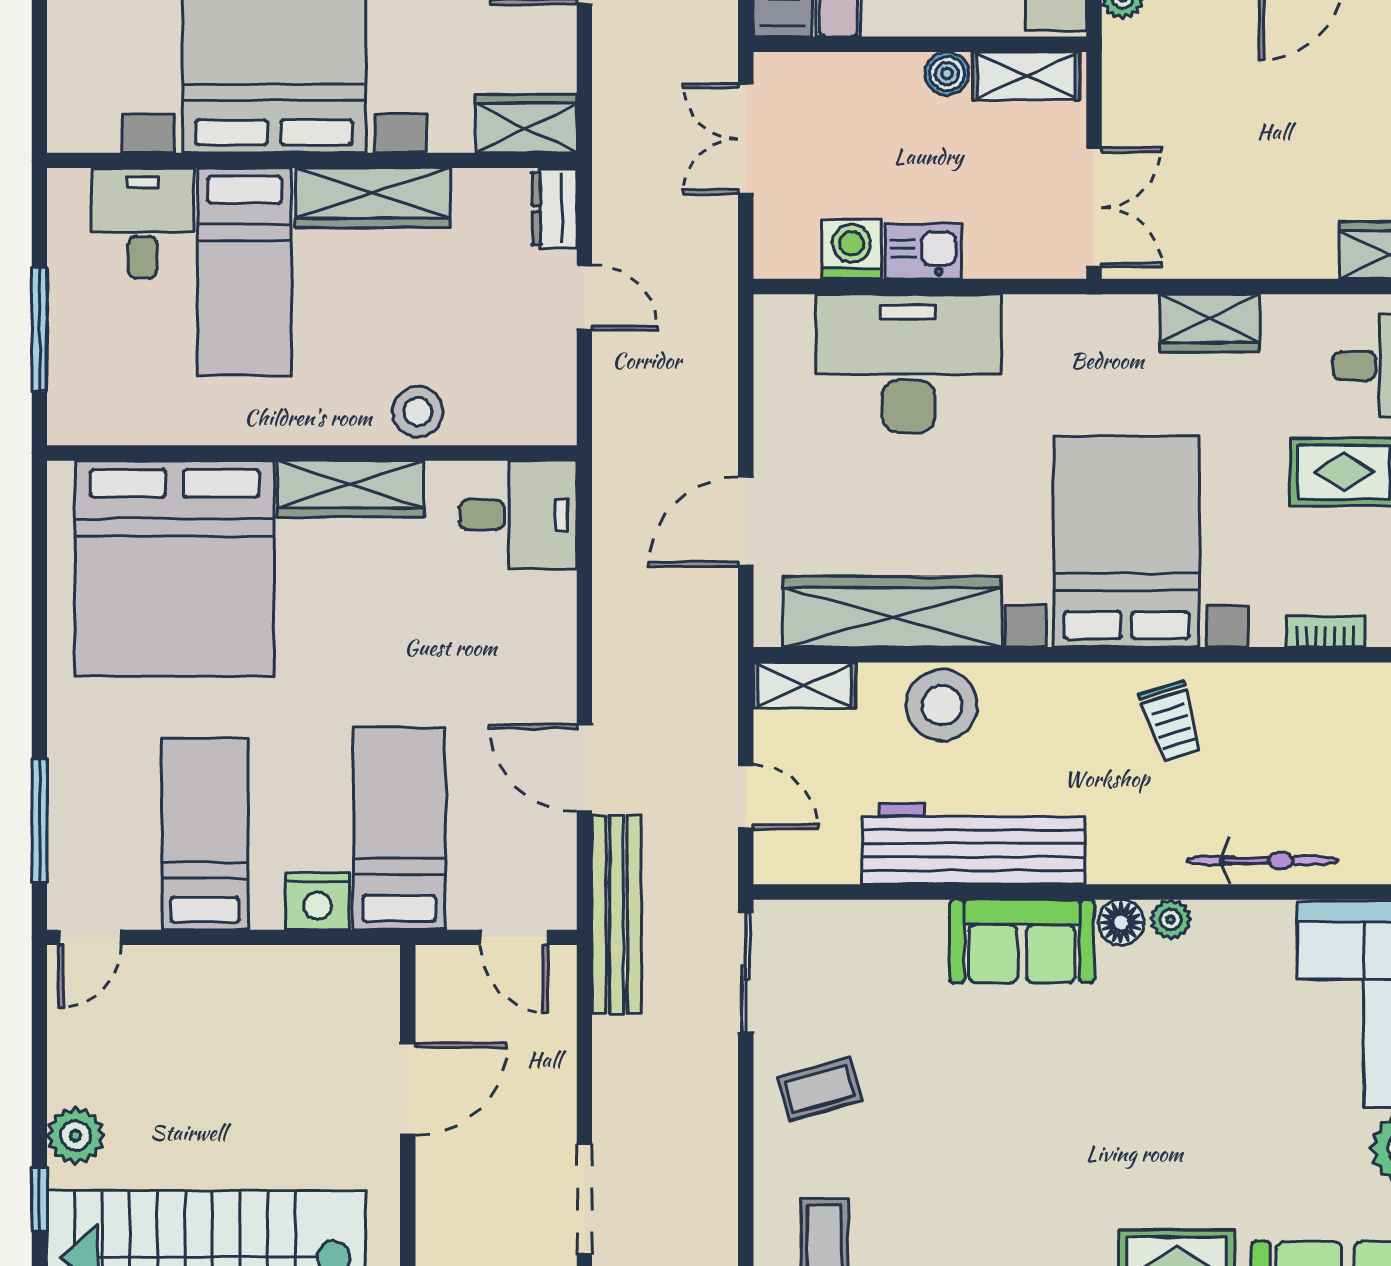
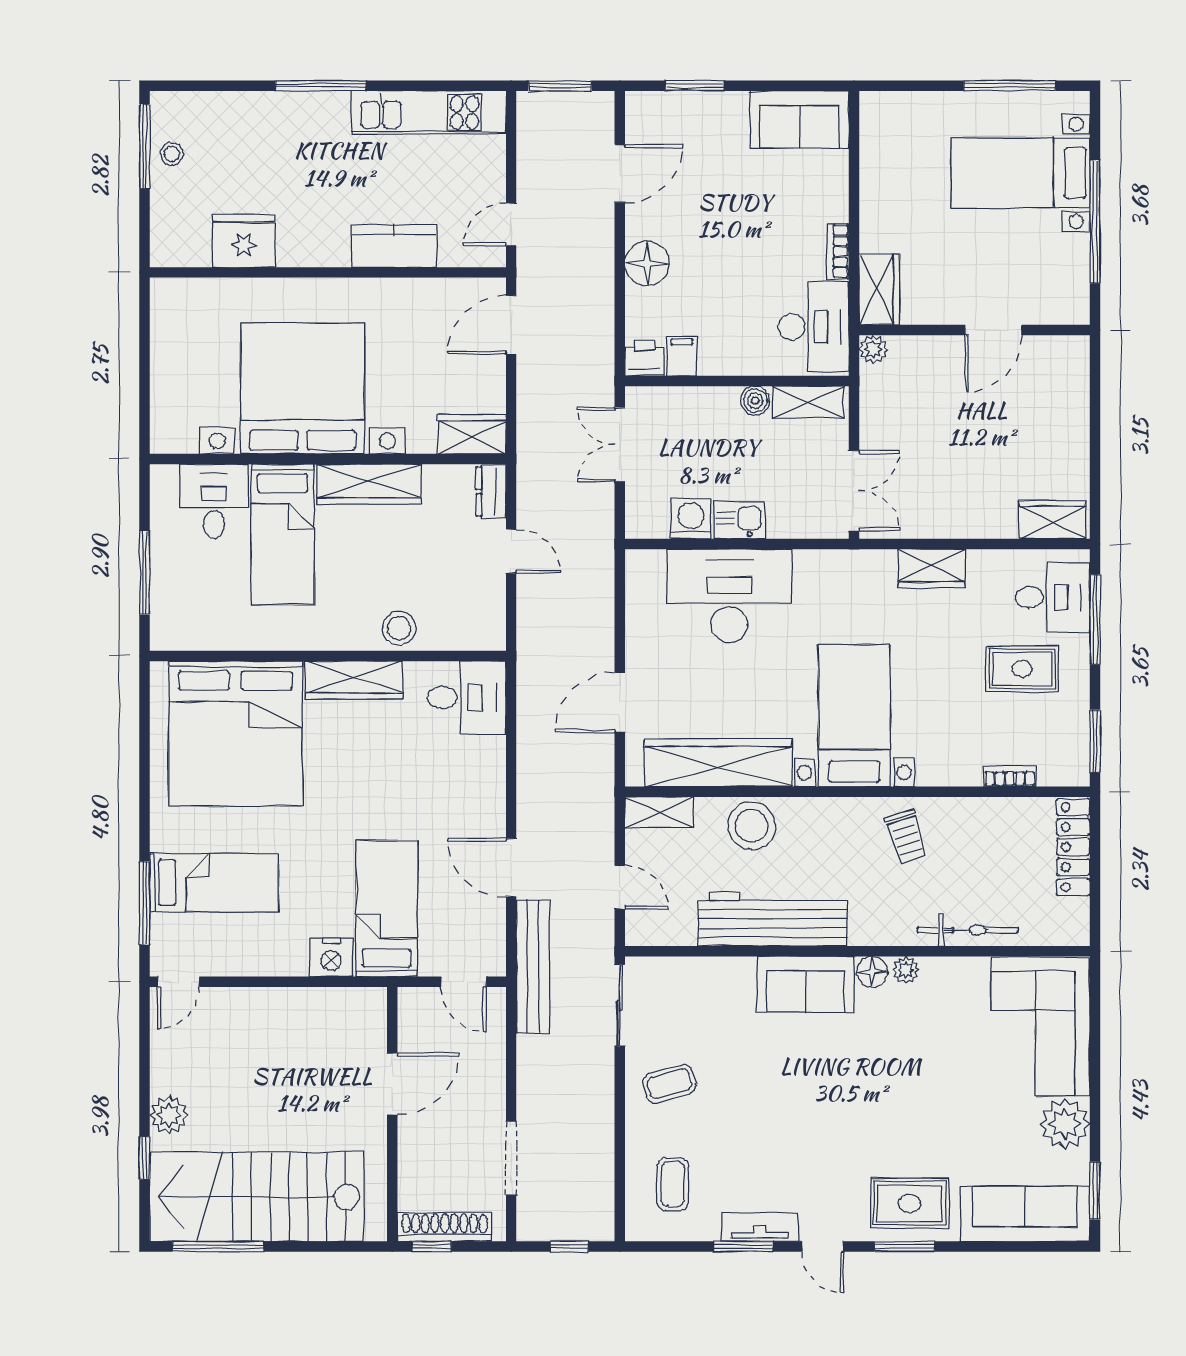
bed with nightstands: (1126, 542) -> (854, 716), width x0.73
bed: (205, 834) -> (214, 883), moved, turned 90

